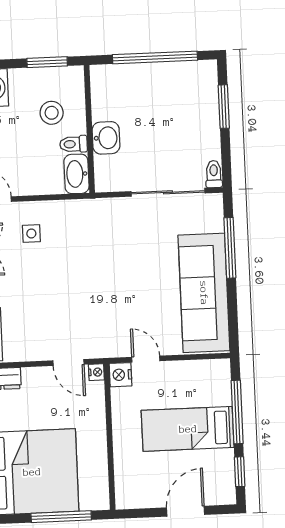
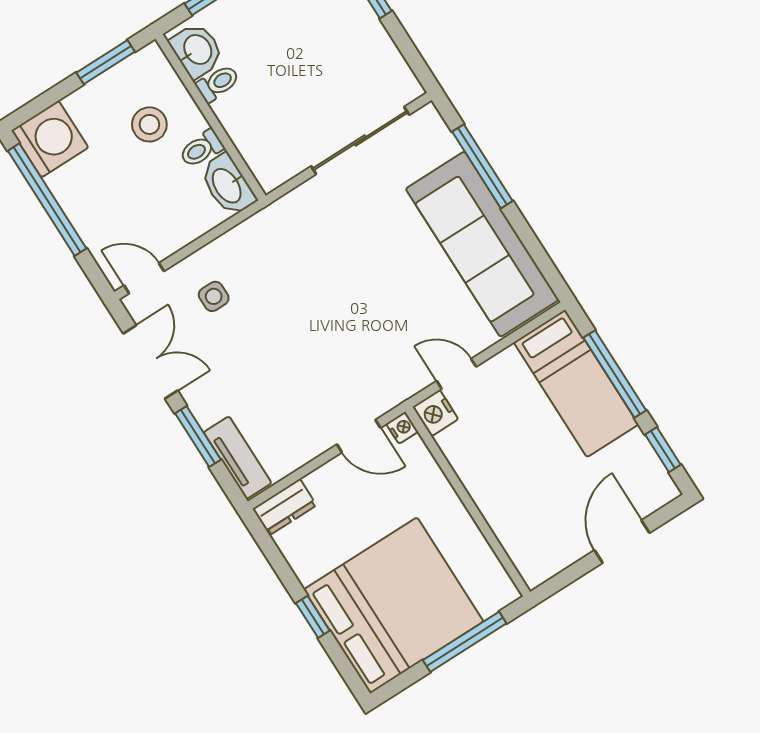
washbasin: (106, 138) -> (197, 50), moved
toilet: (214, 174) -> (218, 83), moved, turned 90
bed: (188, 429) -> (576, 383), moved, turned -90

